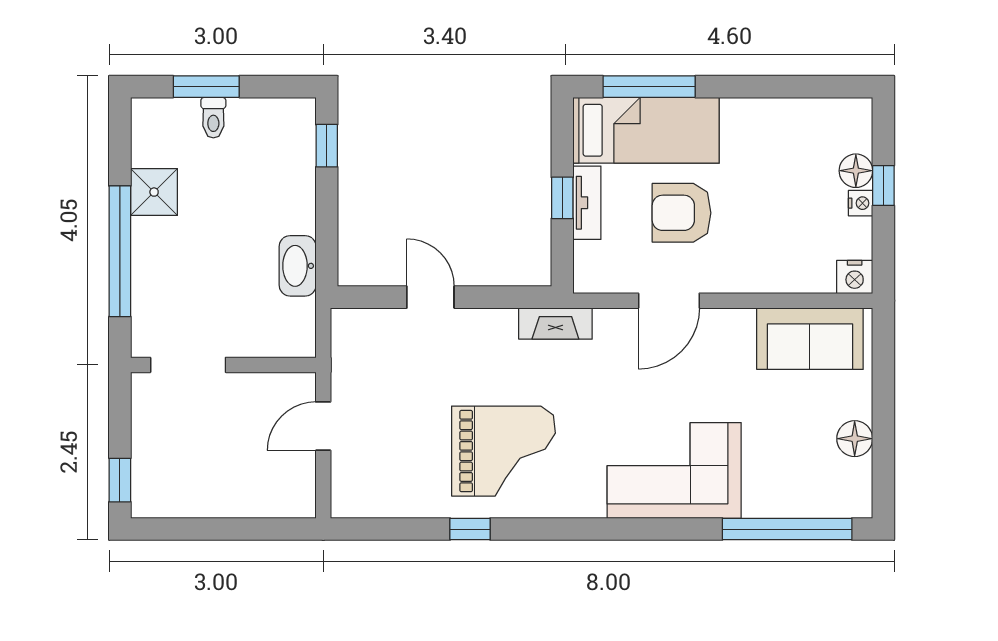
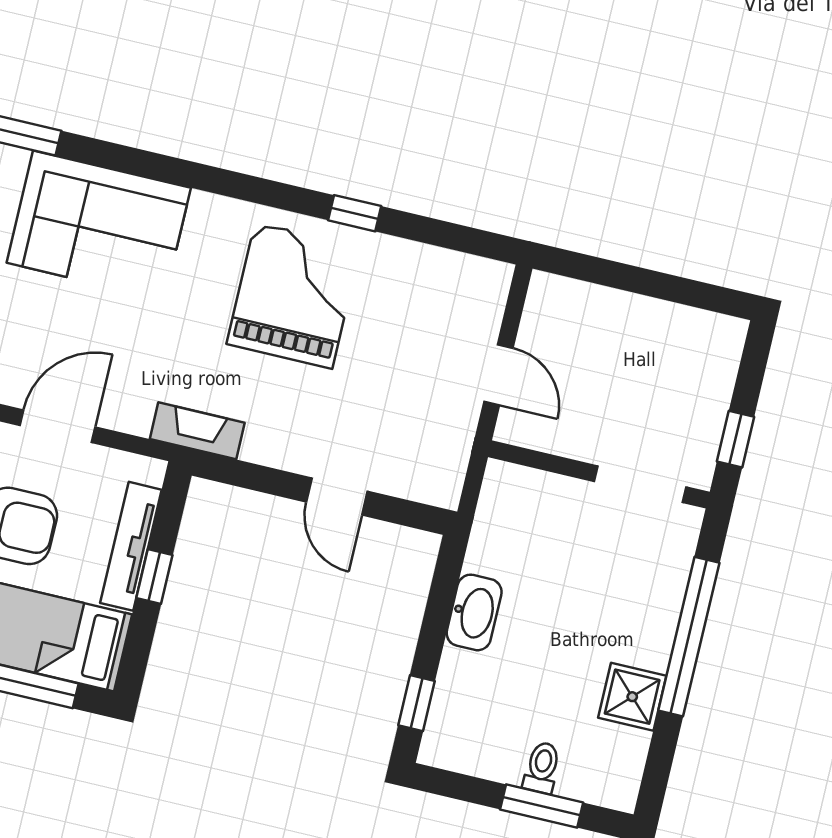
tv unit: (587, 203) -> (131, 546), width x1.41
washbasin: (298, 266) -> (474, 612), moved
door: (323, 426) -> (499, 375), hinge flipped
grand piano: (504, 451) -> (294, 295), turned 90
window: (120, 480) -> (735, 439), moved

